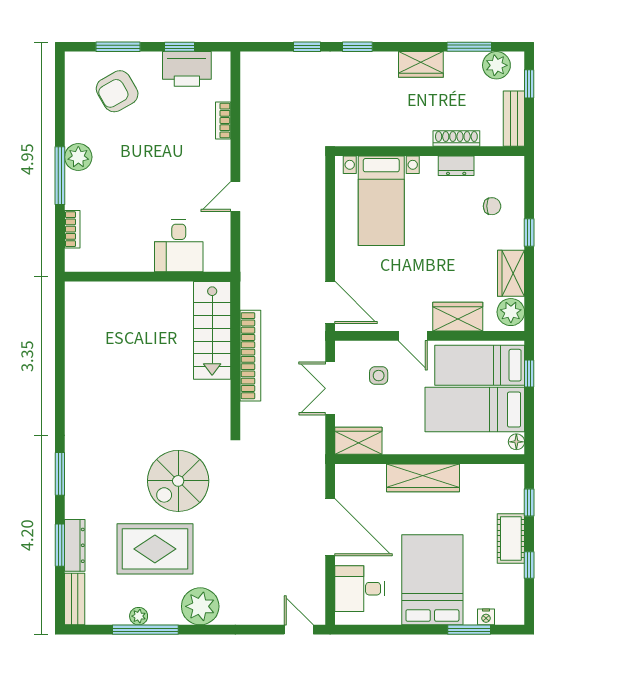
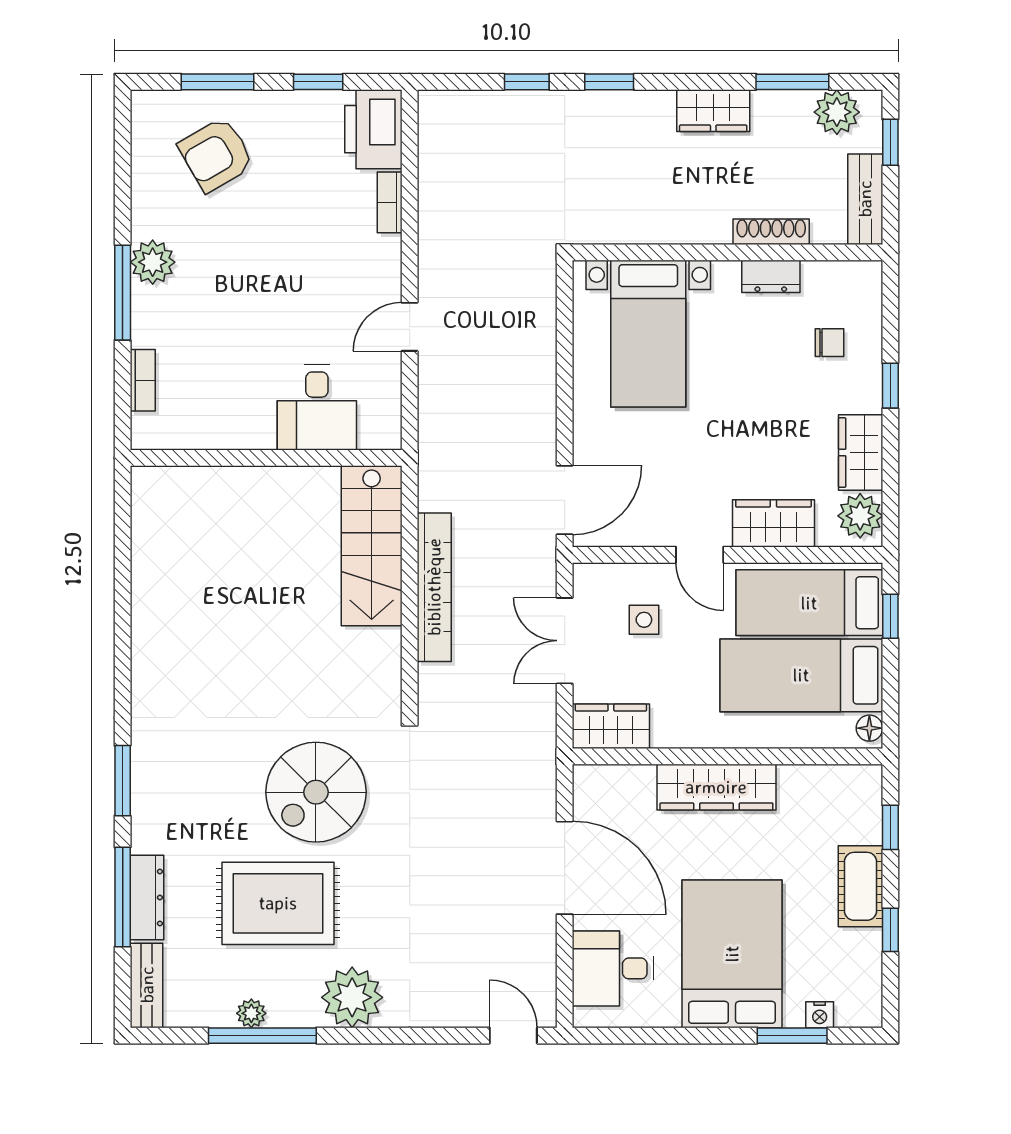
printer: (187, 69) -> (373, 129), moved, turned 90
door: (330, 302) -> (565, 500), hinge flipped
window: (60, 545) -> (123, 897), width x1.44

